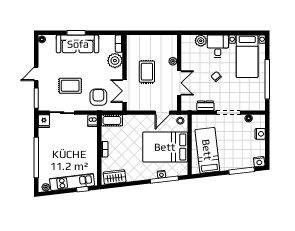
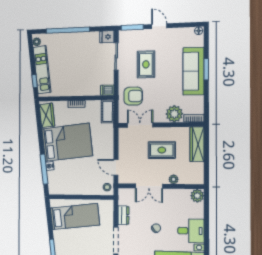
wardrobe: (142, 41) -> (197, 144), added
plant: (201, 41) -> (197, 196), moved
bed: (165, 147) -> (67, 142), moved, turned 83

